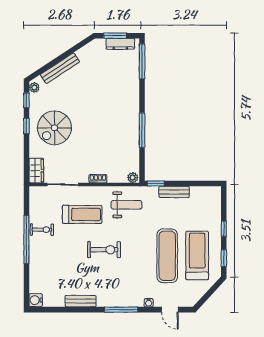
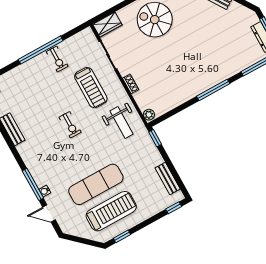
window: (142, 130) -> (213, 90), moved
bench: (174, 192) -> (168, 179), moved
window: (224, 229) -> (174, 208), moved
exercise bike: (104, 250) -> (70, 125), width x0.73, depth x0.72
window: (121, 310) -> (33, 184), moved
door: (170, 310) -> (49, 214), hinge flipped

